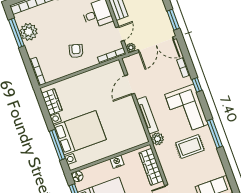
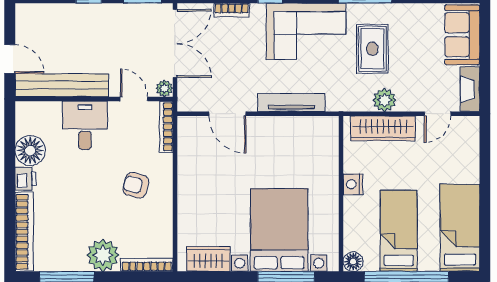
plant: (29, 32) -> (103, 255), moved
plant: (157, 139) -> (385, 100), moved

